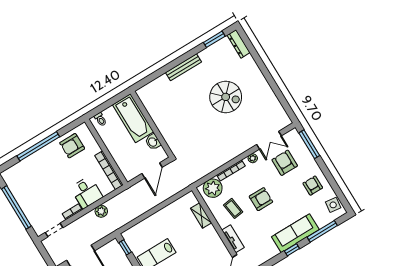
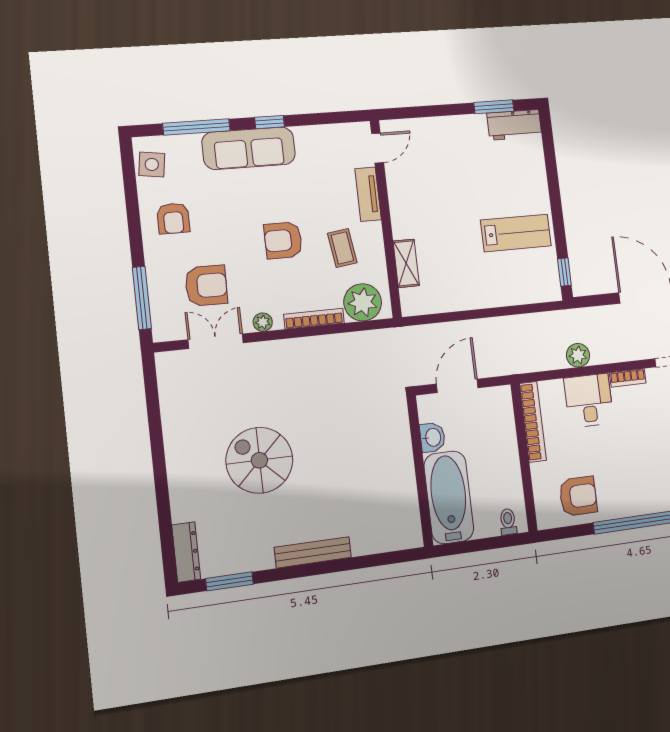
armchair: (285, 163) -> (206, 286), turned -89

